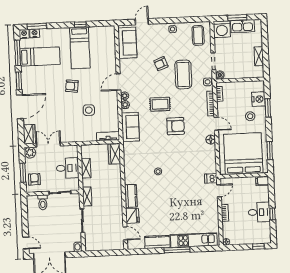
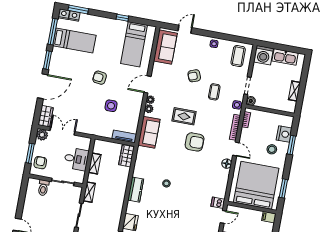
window: (237, 18) -> (282, 47), removed
bed: (80, 48) -> (134, 44), moved
coffee table: (183, 74) -> (214, 92), width x0.54, depth x0.58
kitchen counter: (131, 196) -> (136, 190), moved

